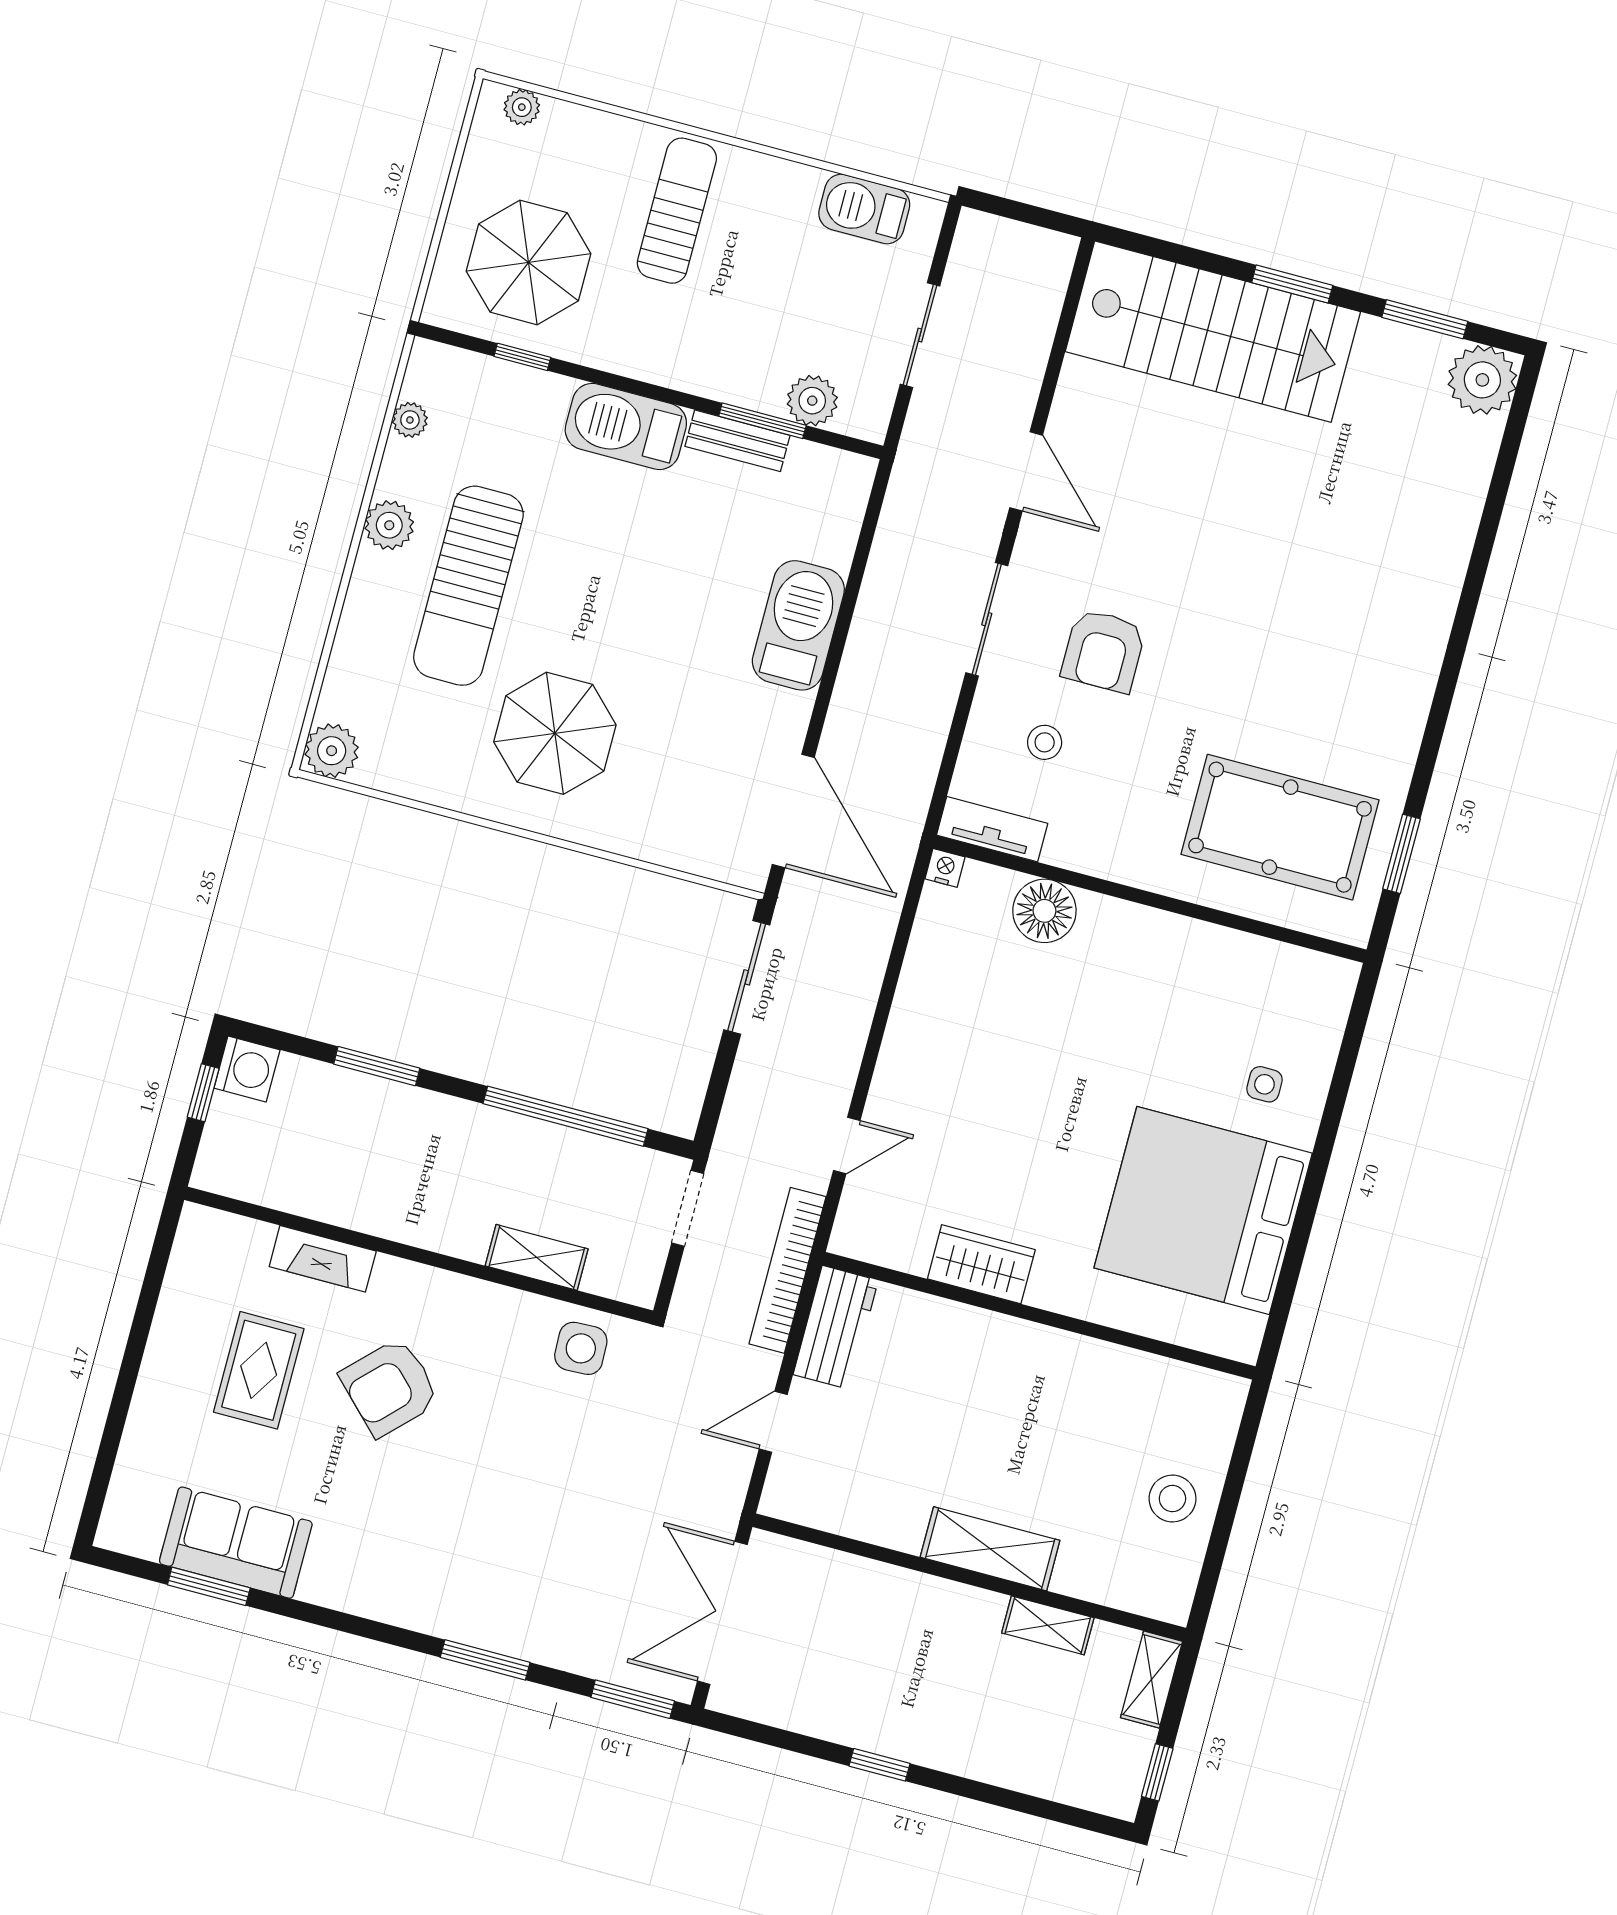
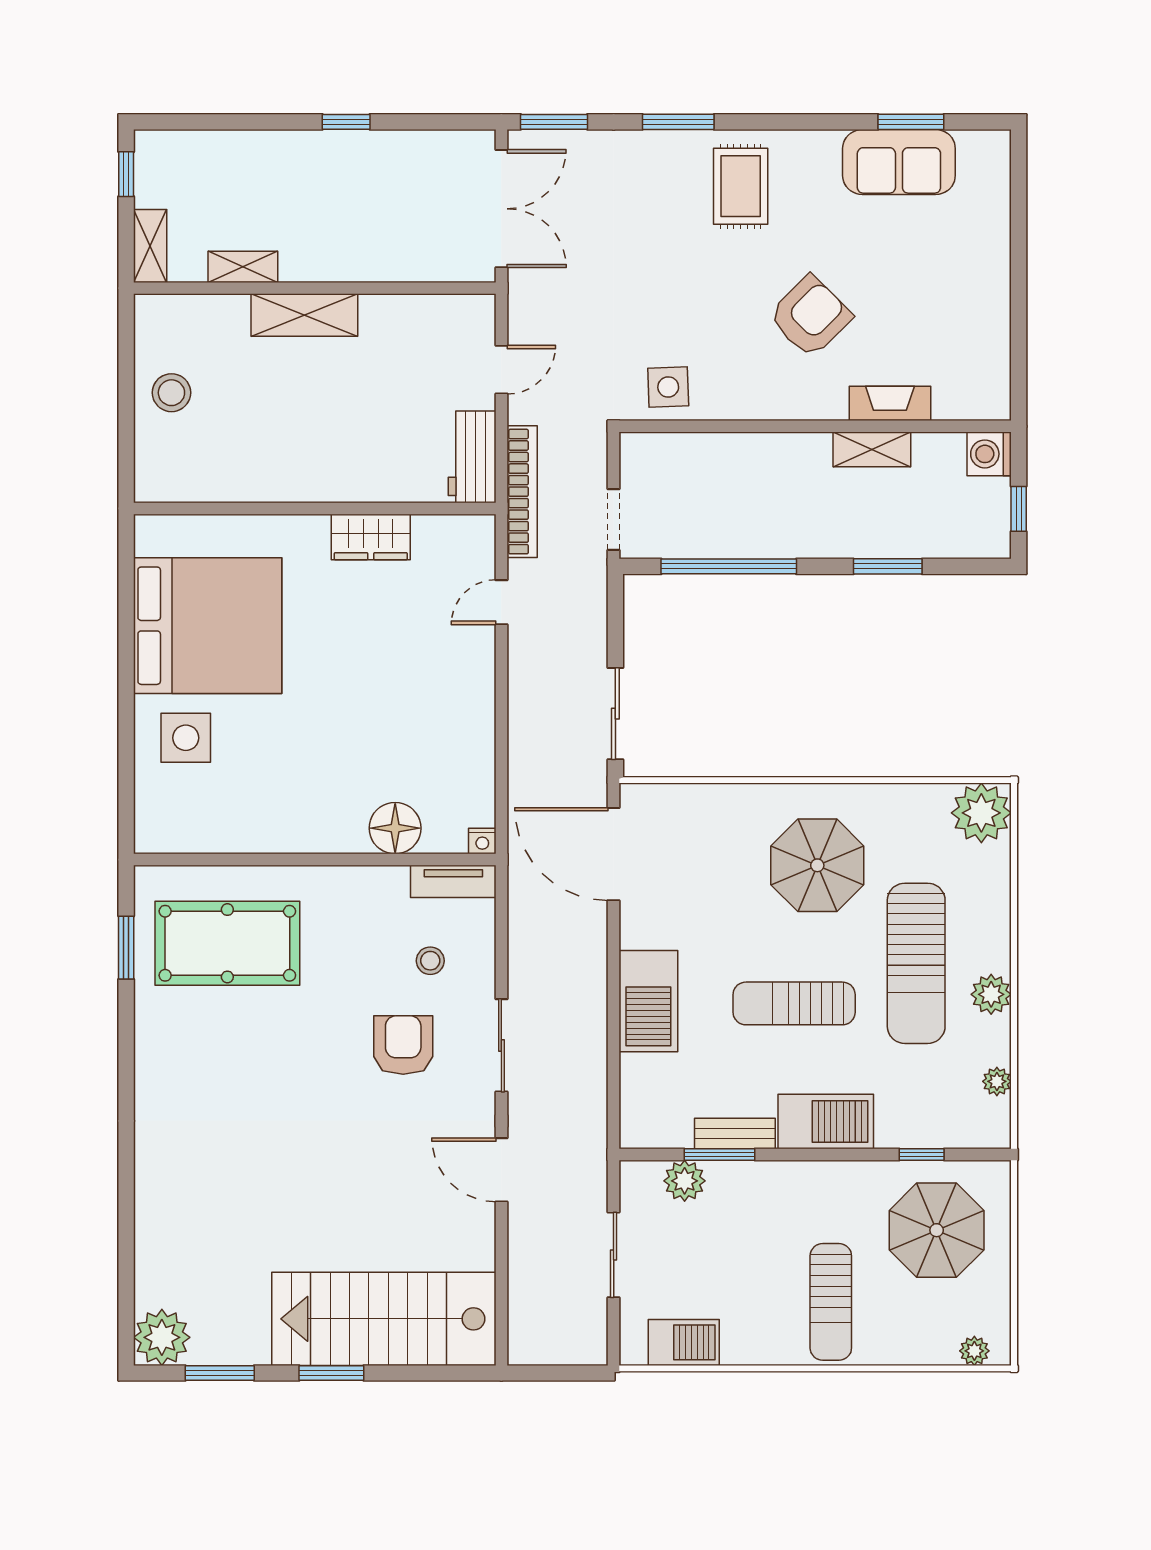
sun lounger: (626, 577) -> (794, 1003), added
sun lounger: (468, 586) -> (916, 963), turned 180
plant: (332, 751) -> (981, 813), width x1.36, depth x1.36
washing machine: (247, 1069) -> (989, 454), moved
side table: (1264, 1084) -> (186, 738), width x1.87, depth x1.87
shelving: (537, 1257) -> (872, 449), moved
rug: (259, 1370) -> (741, 186), moved

